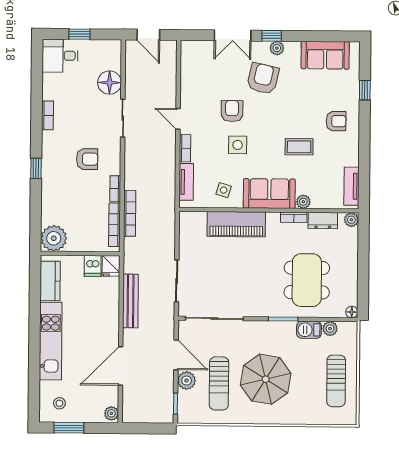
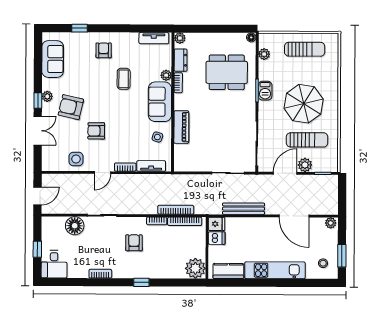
side table: (238, 145) -> (76, 159), moved
piano: (236, 224) -> (181, 127), width x0.73, depth x0.75
barbecue: (309, 330) -> (265, 91), moved

